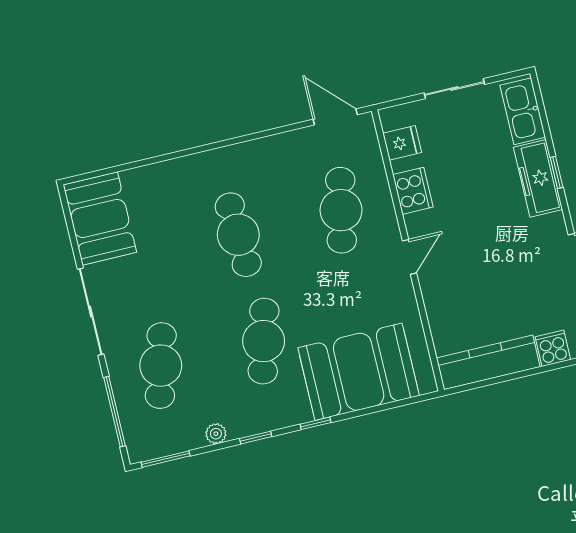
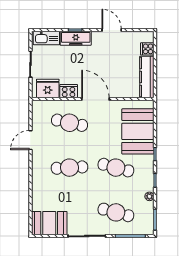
door: (335, 117) -> (30, 140), moved
fridge: (402, 143) -> (48, 89), width x1.88, depth x1.34
door: (409, 257) -> (96, 99), width x1.87

